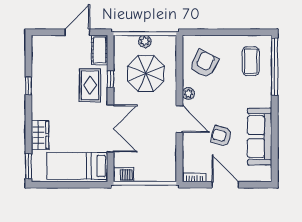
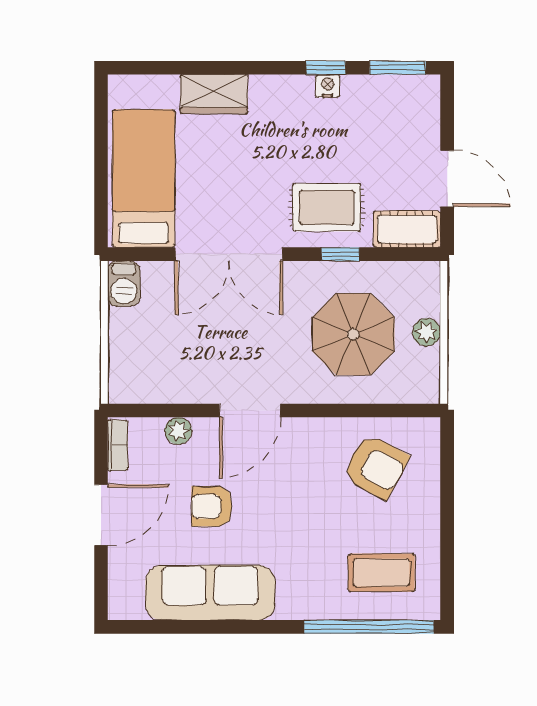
nightstand: (36, 85) -> (328, 86), added
plant: (188, 93) -> (178, 431), moved
armchair: (222, 136) -> (212, 506), turned -105
window: (28, 166) -> (398, 68), moved

